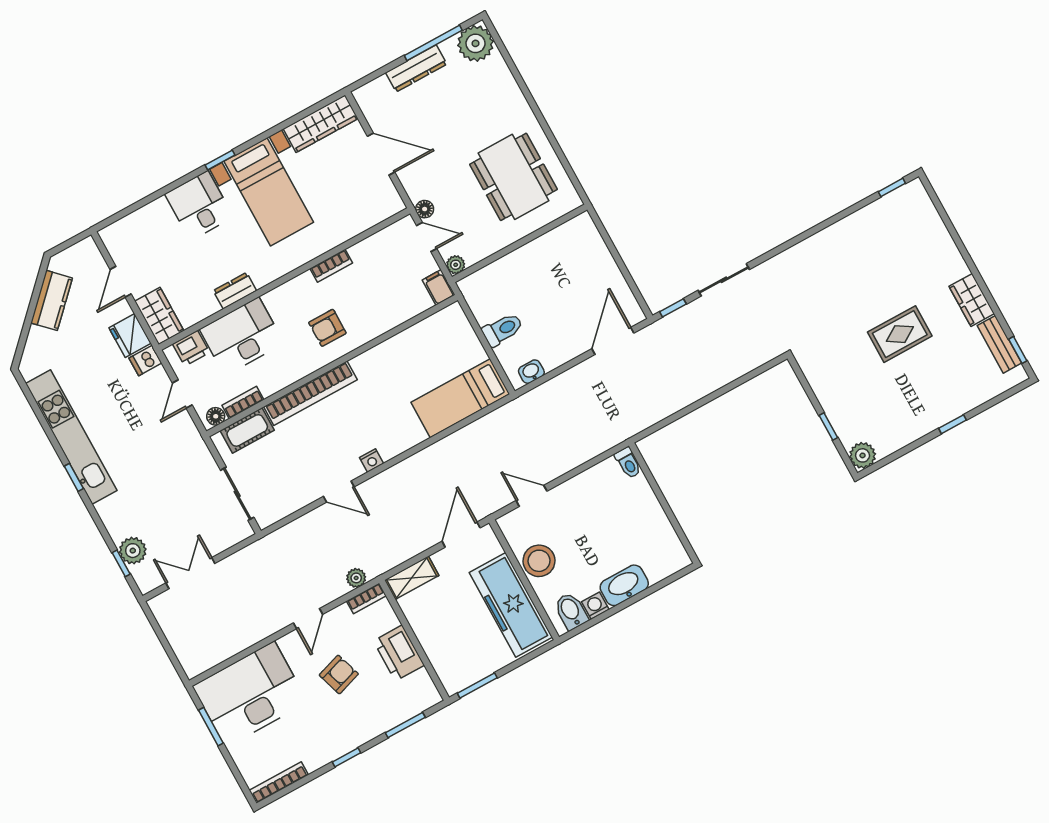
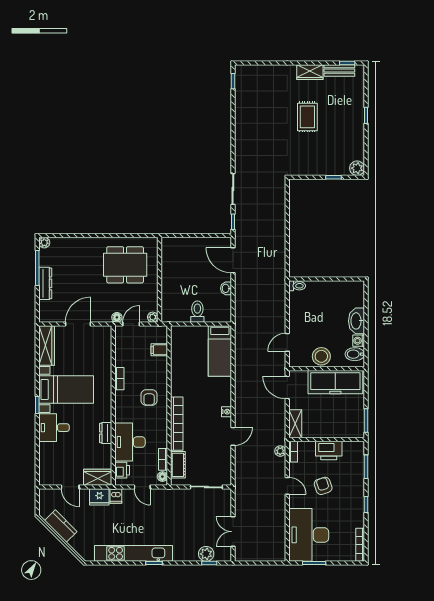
plant: (475, 43) -> (44, 243), width x0.53, depth x0.53
filing cabinet: (439, 287) -> (159, 350), moved
washbasin: (531, 372) -> (226, 288), moved

